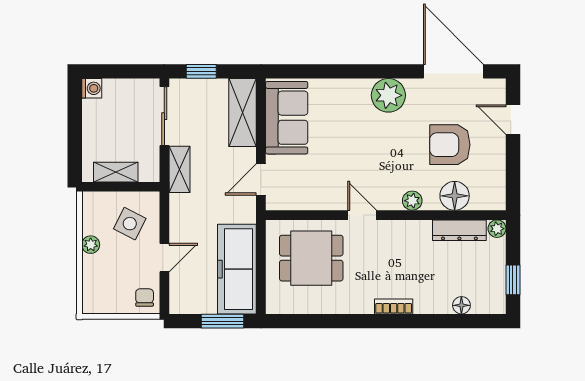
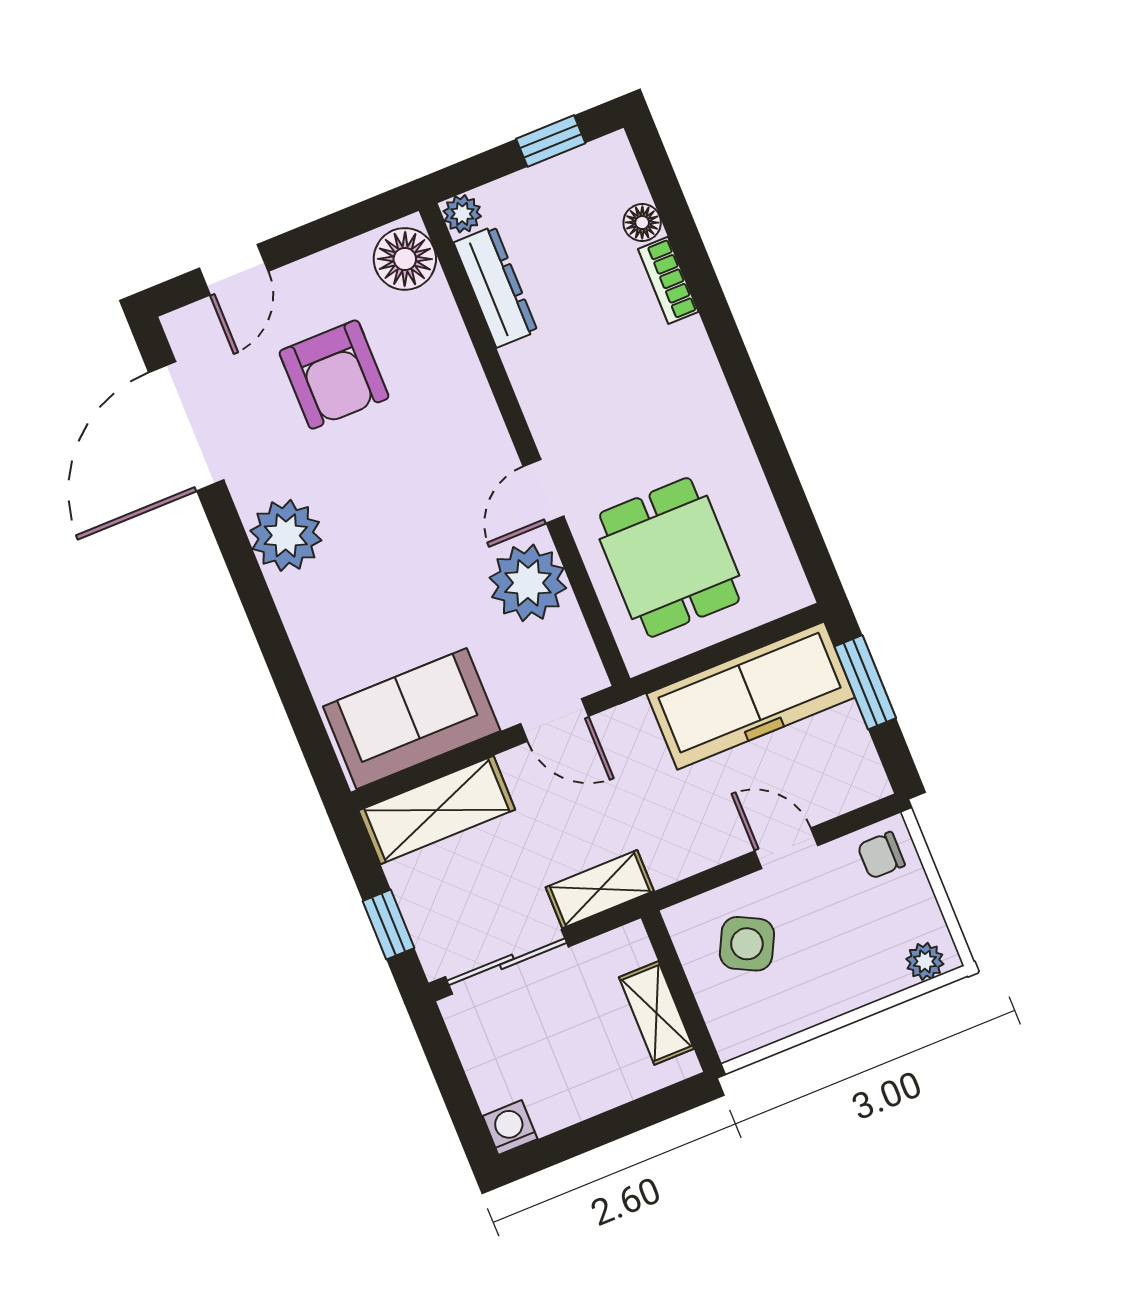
floor lamp: (455, 196) -> (405, 259), moved
plant: (412, 201) -> (528, 583), moved, width x1.88, depth x1.88
plant: (91, 245) -> (925, 961), moved
bookcase: (394, 306) -> (668, 280), moved

